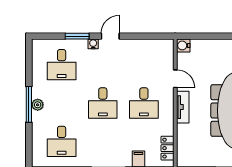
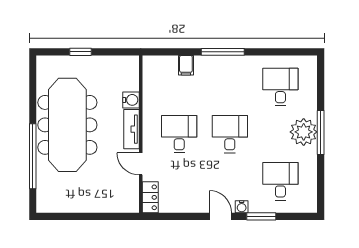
door: (110, 36) -> (221, 216), swing flipped
water cooler: (183, 45) -> (131, 100), moved
plant: (38, 105) -> (304, 132), width x1.87, depth x1.87
locker: (167, 148) -> (150, 197), moved

